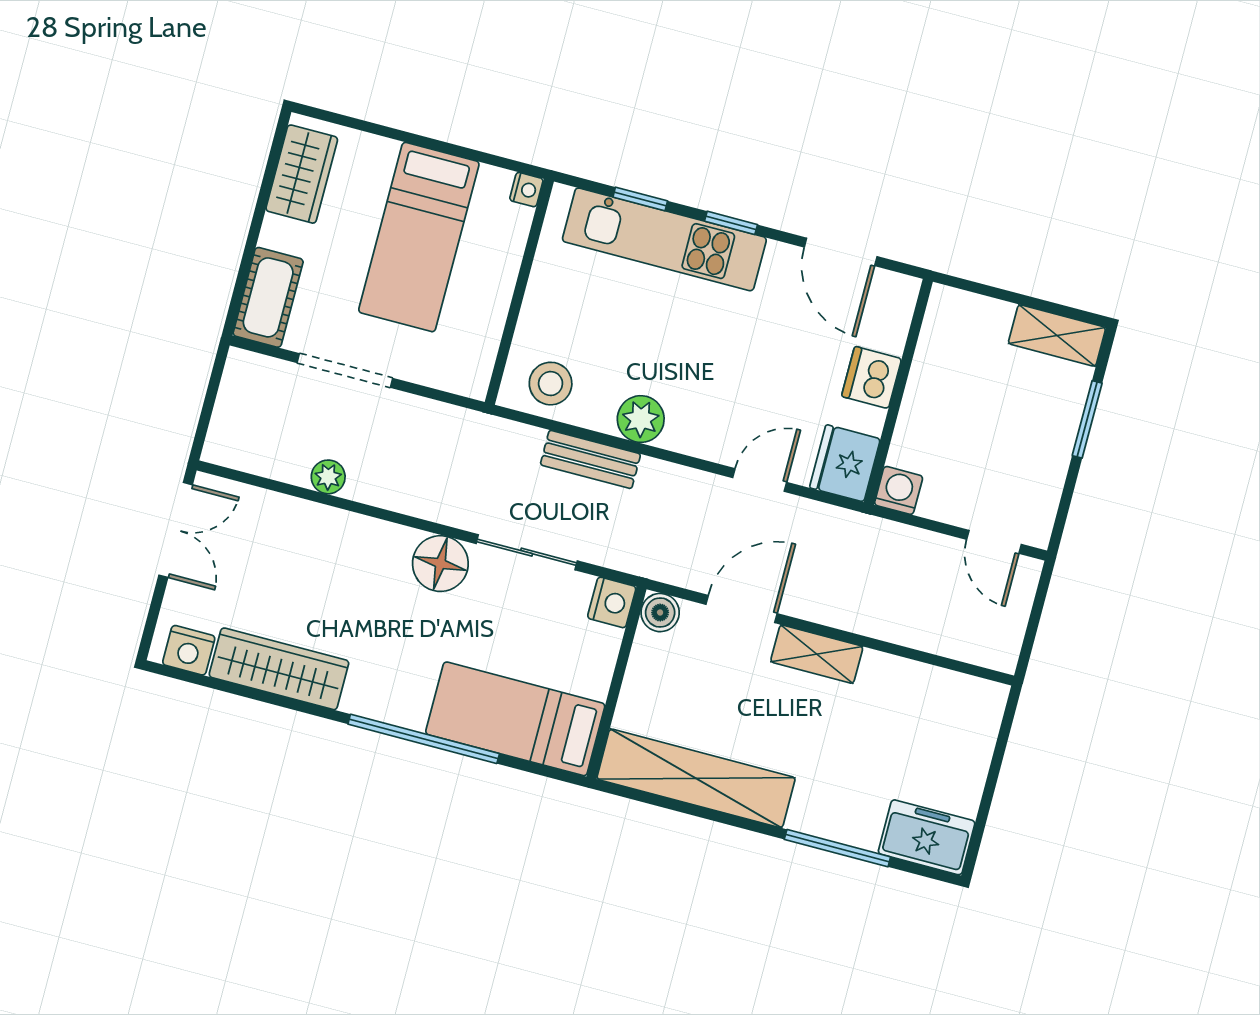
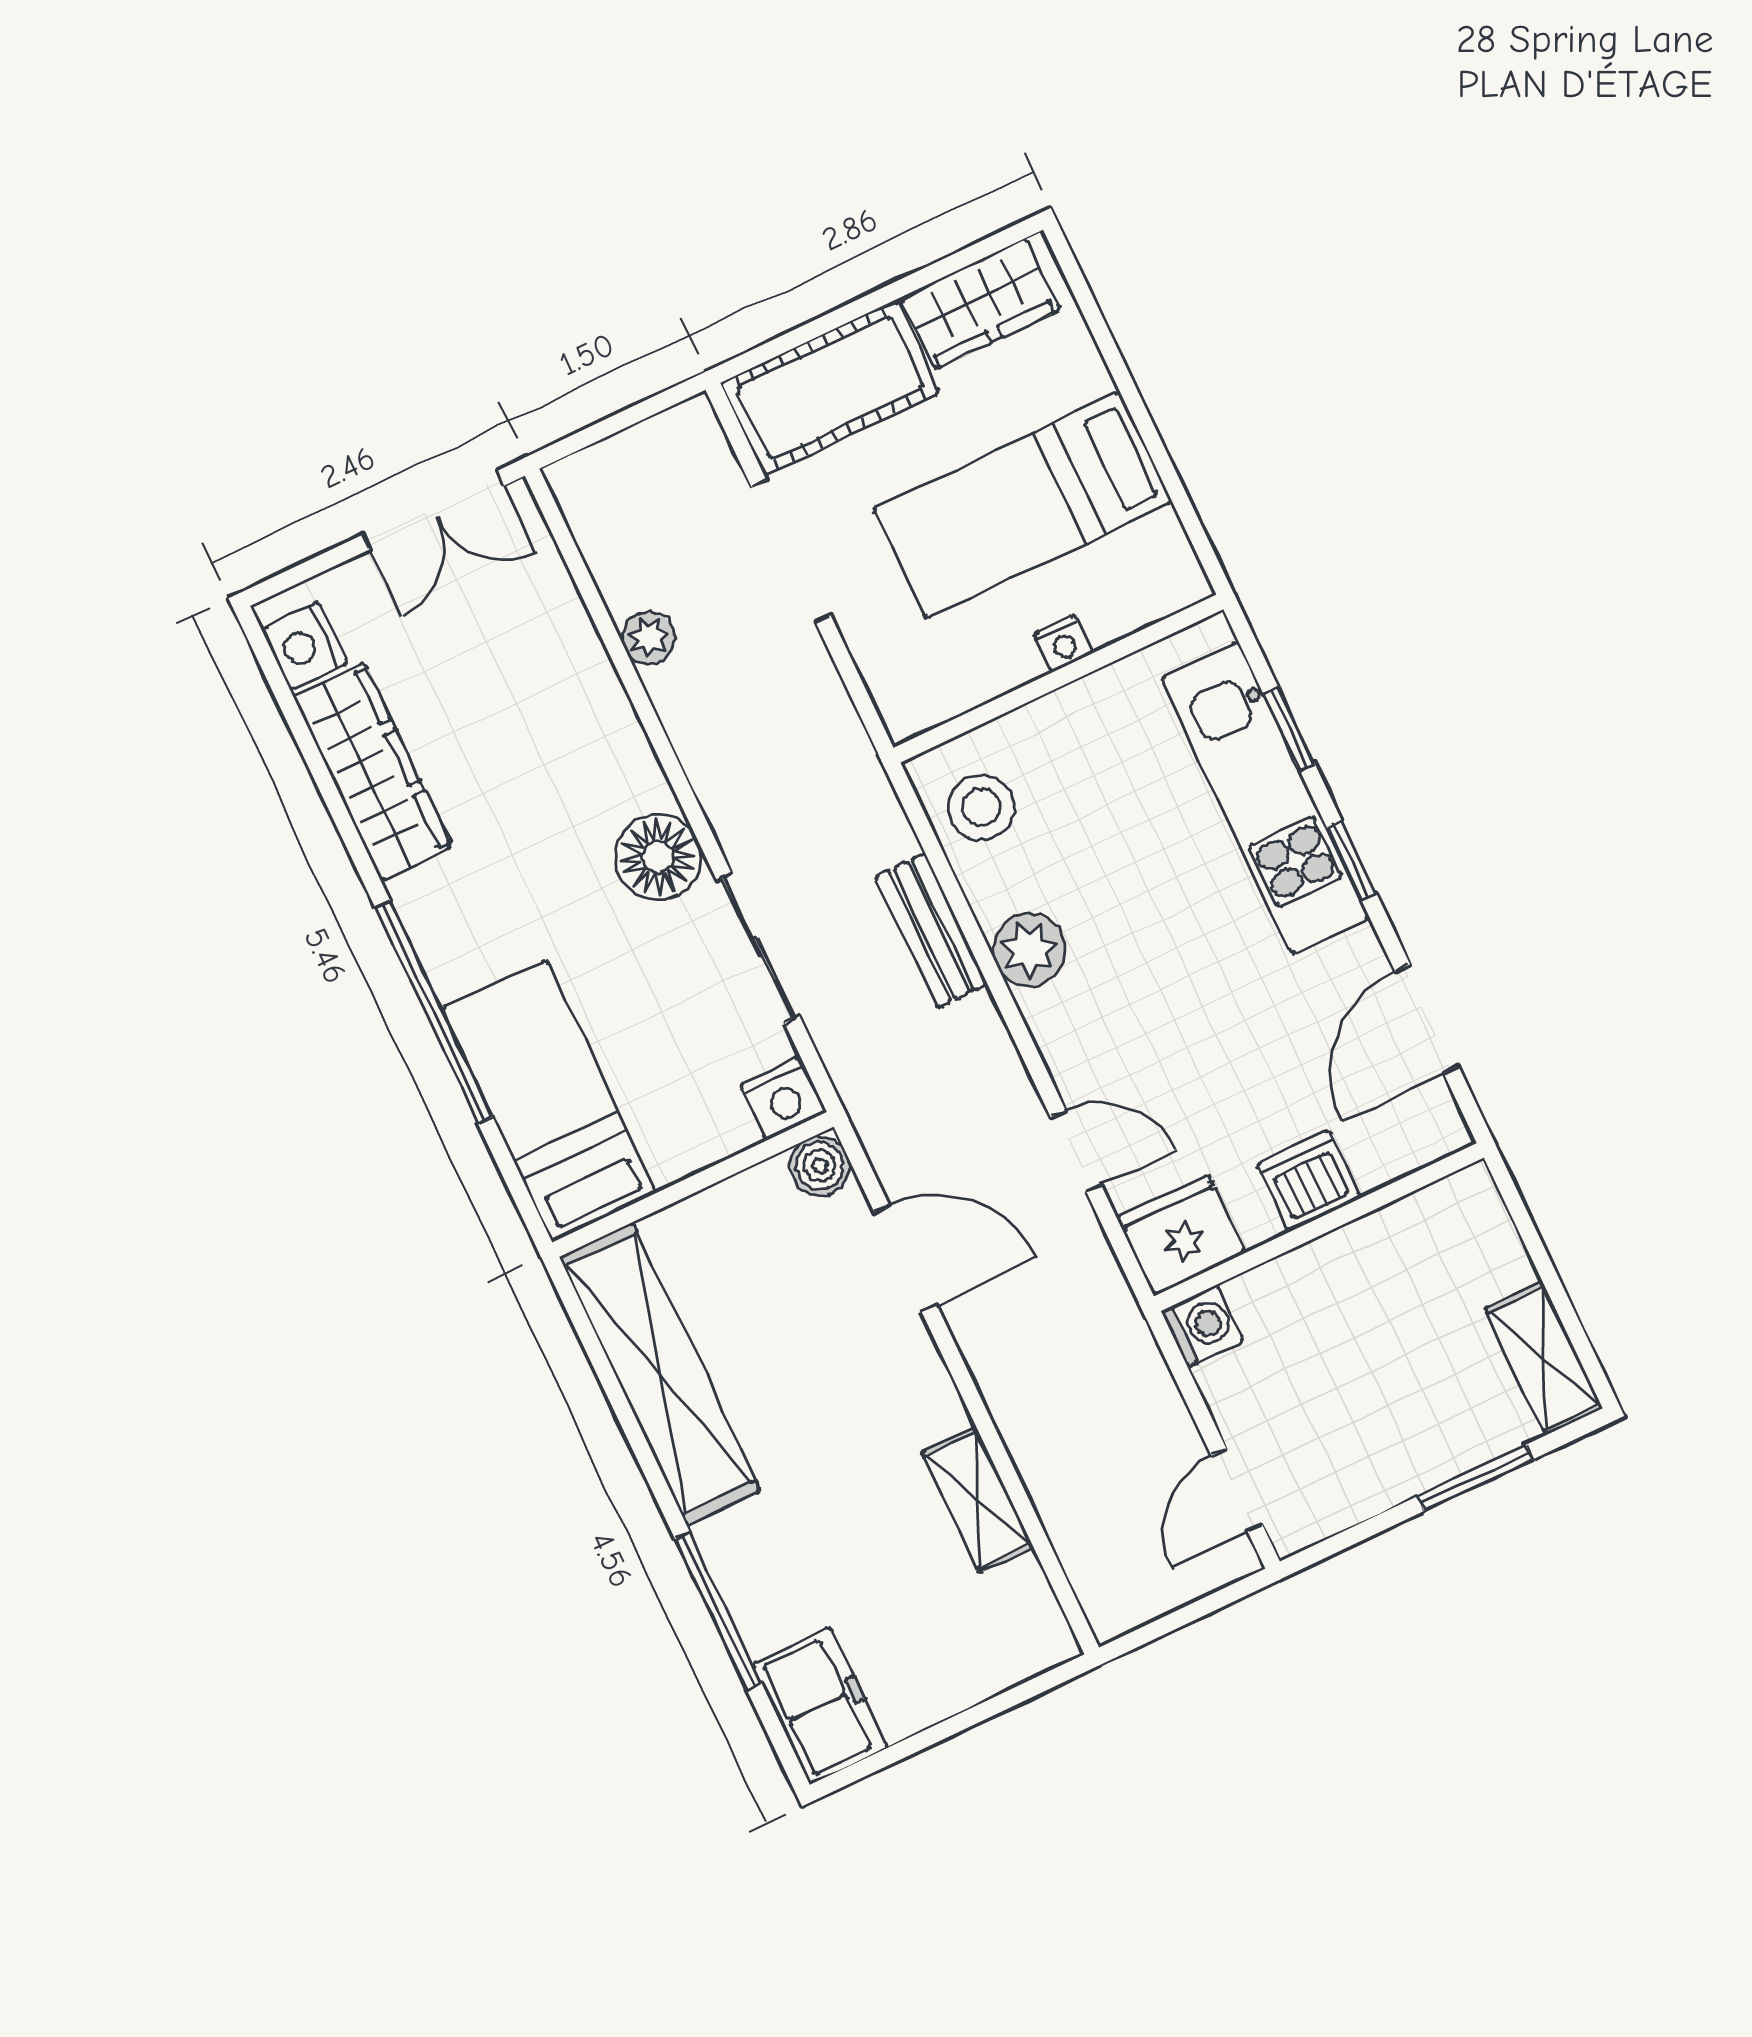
nightstand: (526, 190) -> (1063, 643), moved
cot: (268, 297) -> (830, 388), width x1.37, depth x1.34
shelving: (817, 654) -> (978, 1500), moved

